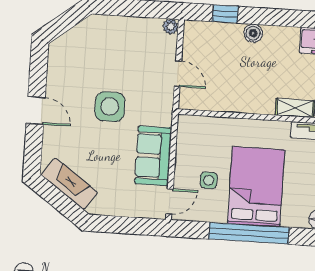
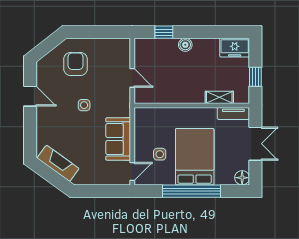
plant: (171, 27) -> (125, 44), removed
armchair: (102, 50) -> (76, 64), added
side table: (110, 107) -> (84, 105), width x0.54, depth x0.54
door: (36, 110) -> (30, 96), moved

